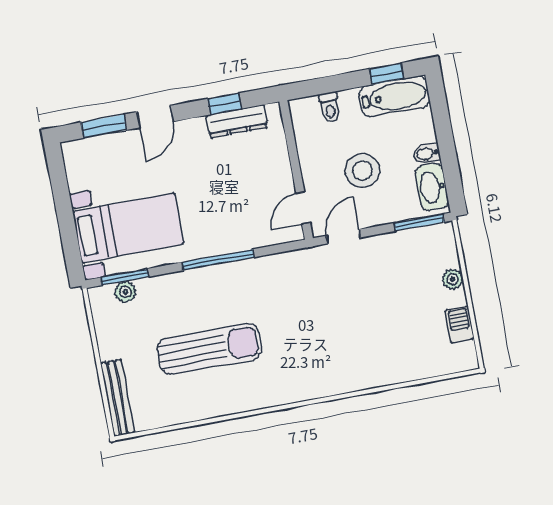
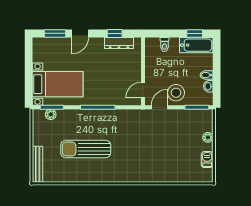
stool: (362, 171) -> (176, 93), moved
washbasin: (432, 187) -> (208, 86), width x0.52, depth x0.69
sun lounger: (209, 349) -> (86, 149), turned 180

